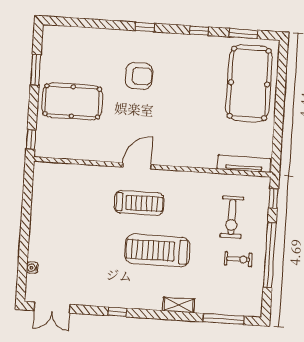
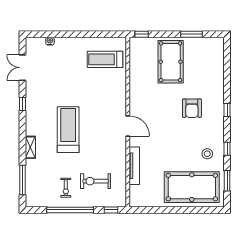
stool: (204, 59) -> (207, 154), added
tv unit: (244, 164) -> (134, 166), moved
door: (137, 166) -> (128, 126), moved
treadmill: (139, 203) -> (105, 59), moved, turned 90
double door: (52, 308) -> (22, 68), moved

